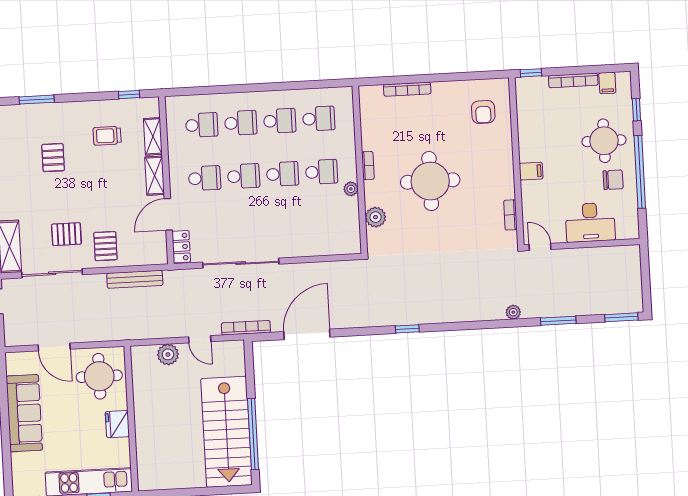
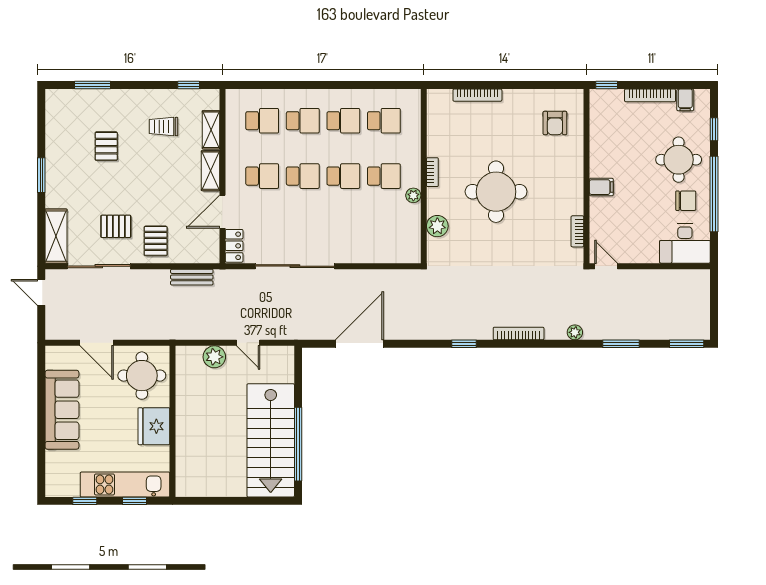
desk: (590, 222) -> (685, 243), moved
bench: (135, 279) -> (192, 277), width x0.73
bookcase: (246, 328) -> (519, 333), moved
fridge: (117, 424) -> (154, 426), width x1.36, depth x1.34

